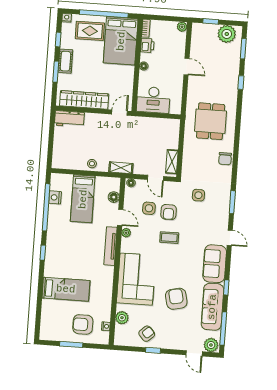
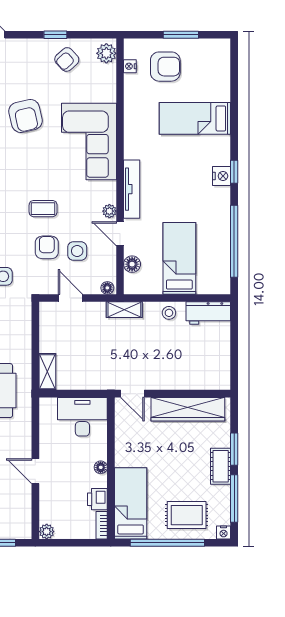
window: (58, 39) -> (234, 498), width x2.17
bed: (121, 41) -> (131, 503), width x0.67
door: (119, 113) -> (133, 394), hinge flipped
workbench: (69, 119) -> (208, 313), moved, turned 180
shelving: (172, 162) -> (47, 372), moved
nightstand: (55, 197) -> (222, 176), moved
plant: (122, 318) -> (106, 53), moved

